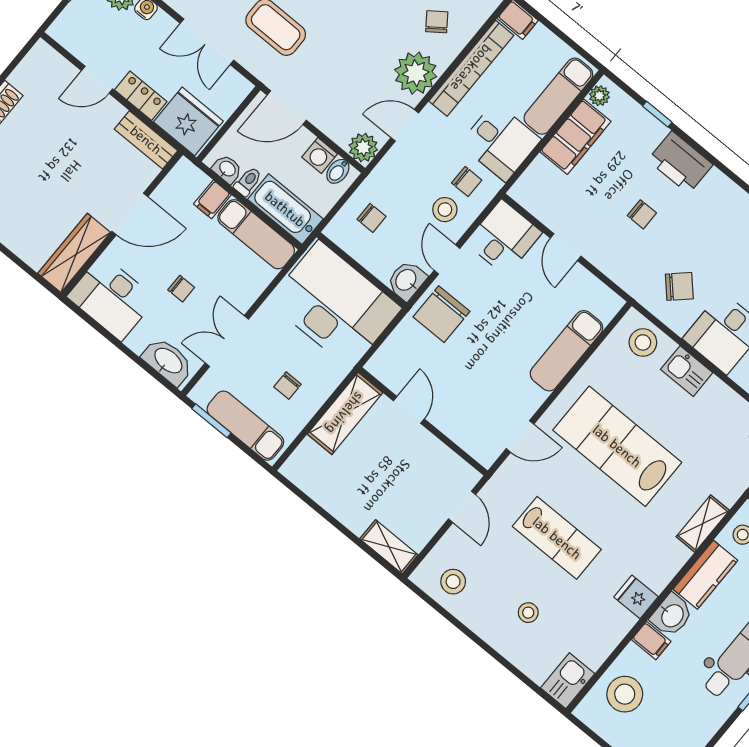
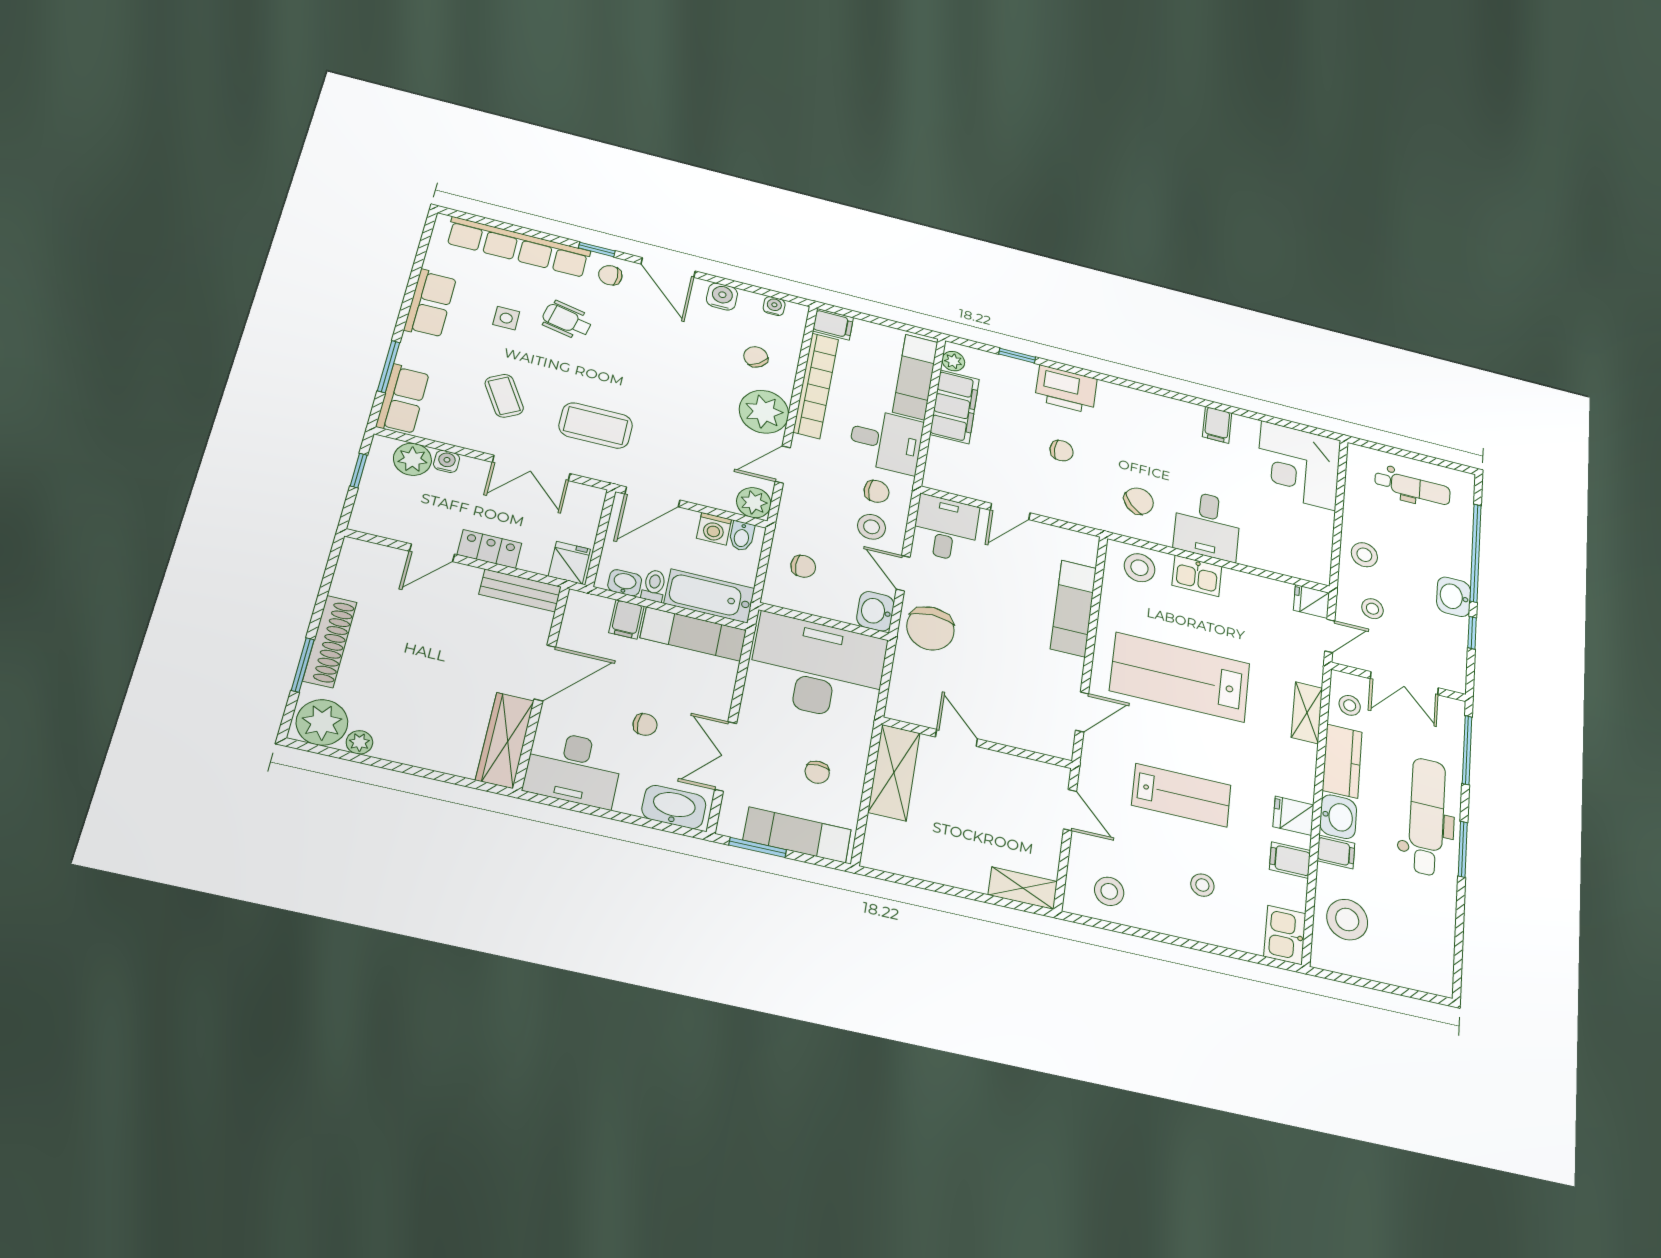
fridge: (188, 121) -> (569, 563), width x0.53, depth x0.75
door: (566, 247) -> (1010, 511), hinge flipped
filing cabinet: (610, 628) -> (1290, 860), added

